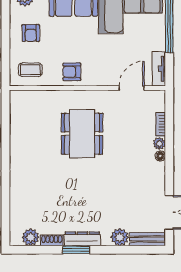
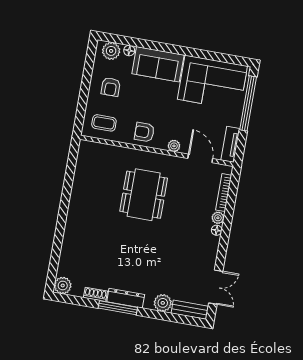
plant: (103, 80) -> (174, 146), added
door: (132, 88) -> (200, 158), hinge flipped
bookcase: (161, 124) -> (224, 193), width x1.56
plant: (31, 237) -> (63, 285), moved
window: (76, 250) -> (118, 308), width x1.44

